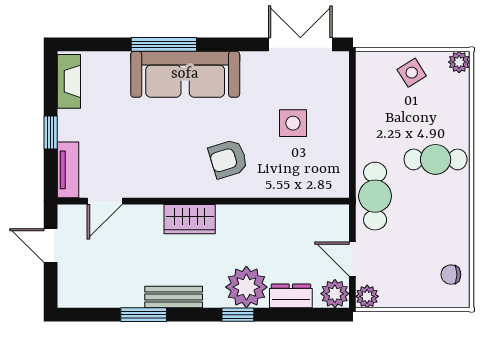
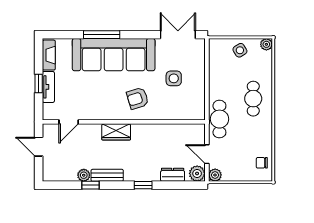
sofa: (185, 74) -> (114, 55), width x1.36, depth x1.27
cafe table: (436, 159) -> (253, 99), turned 90
tv unit: (68, 170) -> (48, 87), moved
plant: (246, 287) -> (84, 175), moved, width x0.53, depth x0.53
window: (144, 315) -> (91, 185), width x0.67

